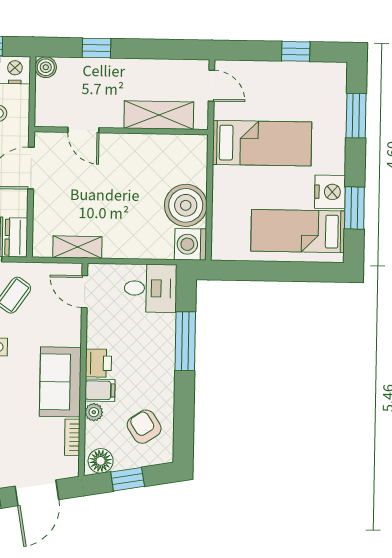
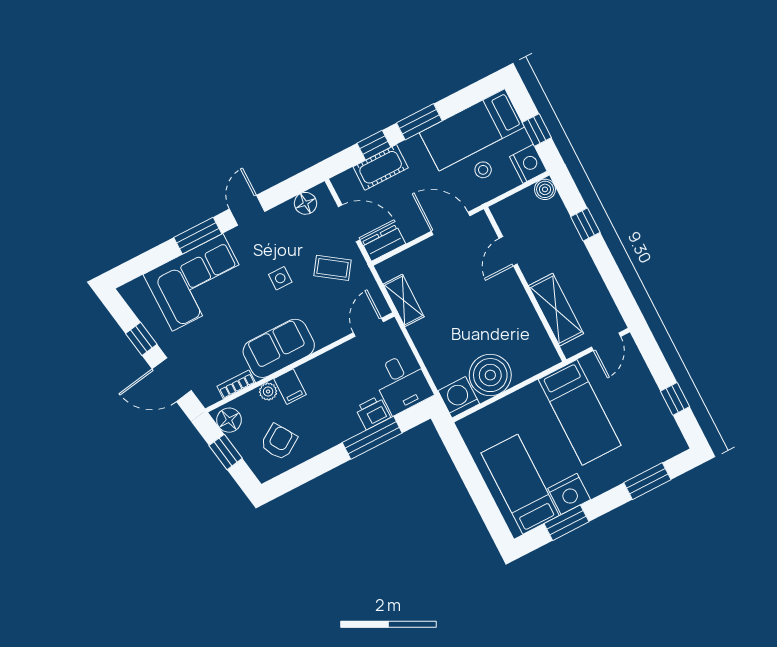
printer: (98, 363) -> (373, 413), moved, turned 180

